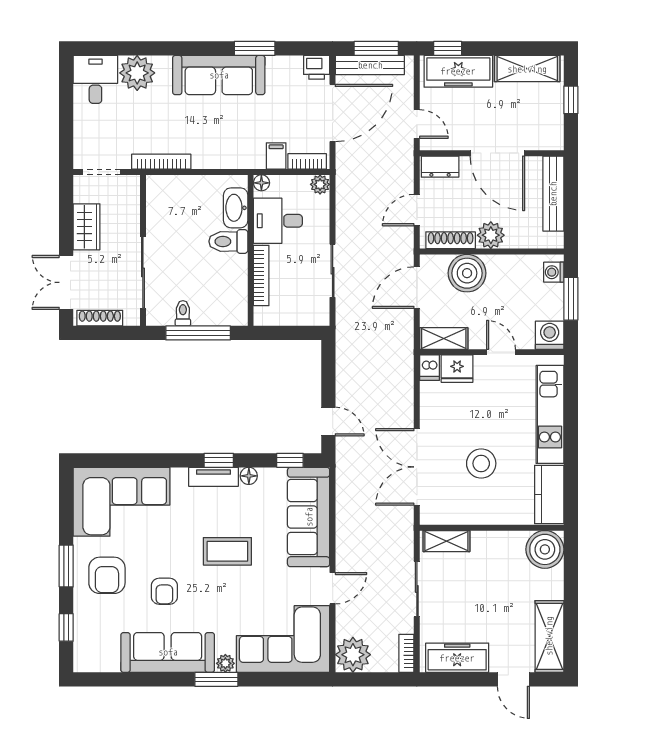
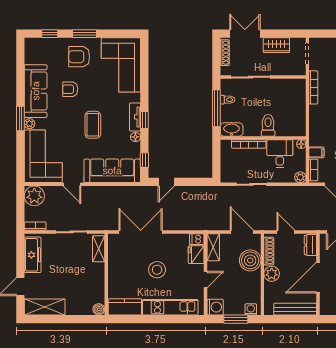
washbasin: (236, 208) -> (232, 129), moved
stool: (481, 463) -> (157, 270), moved
boiler: (545, 549) -> (99, 309), width x0.54, depth x0.54

